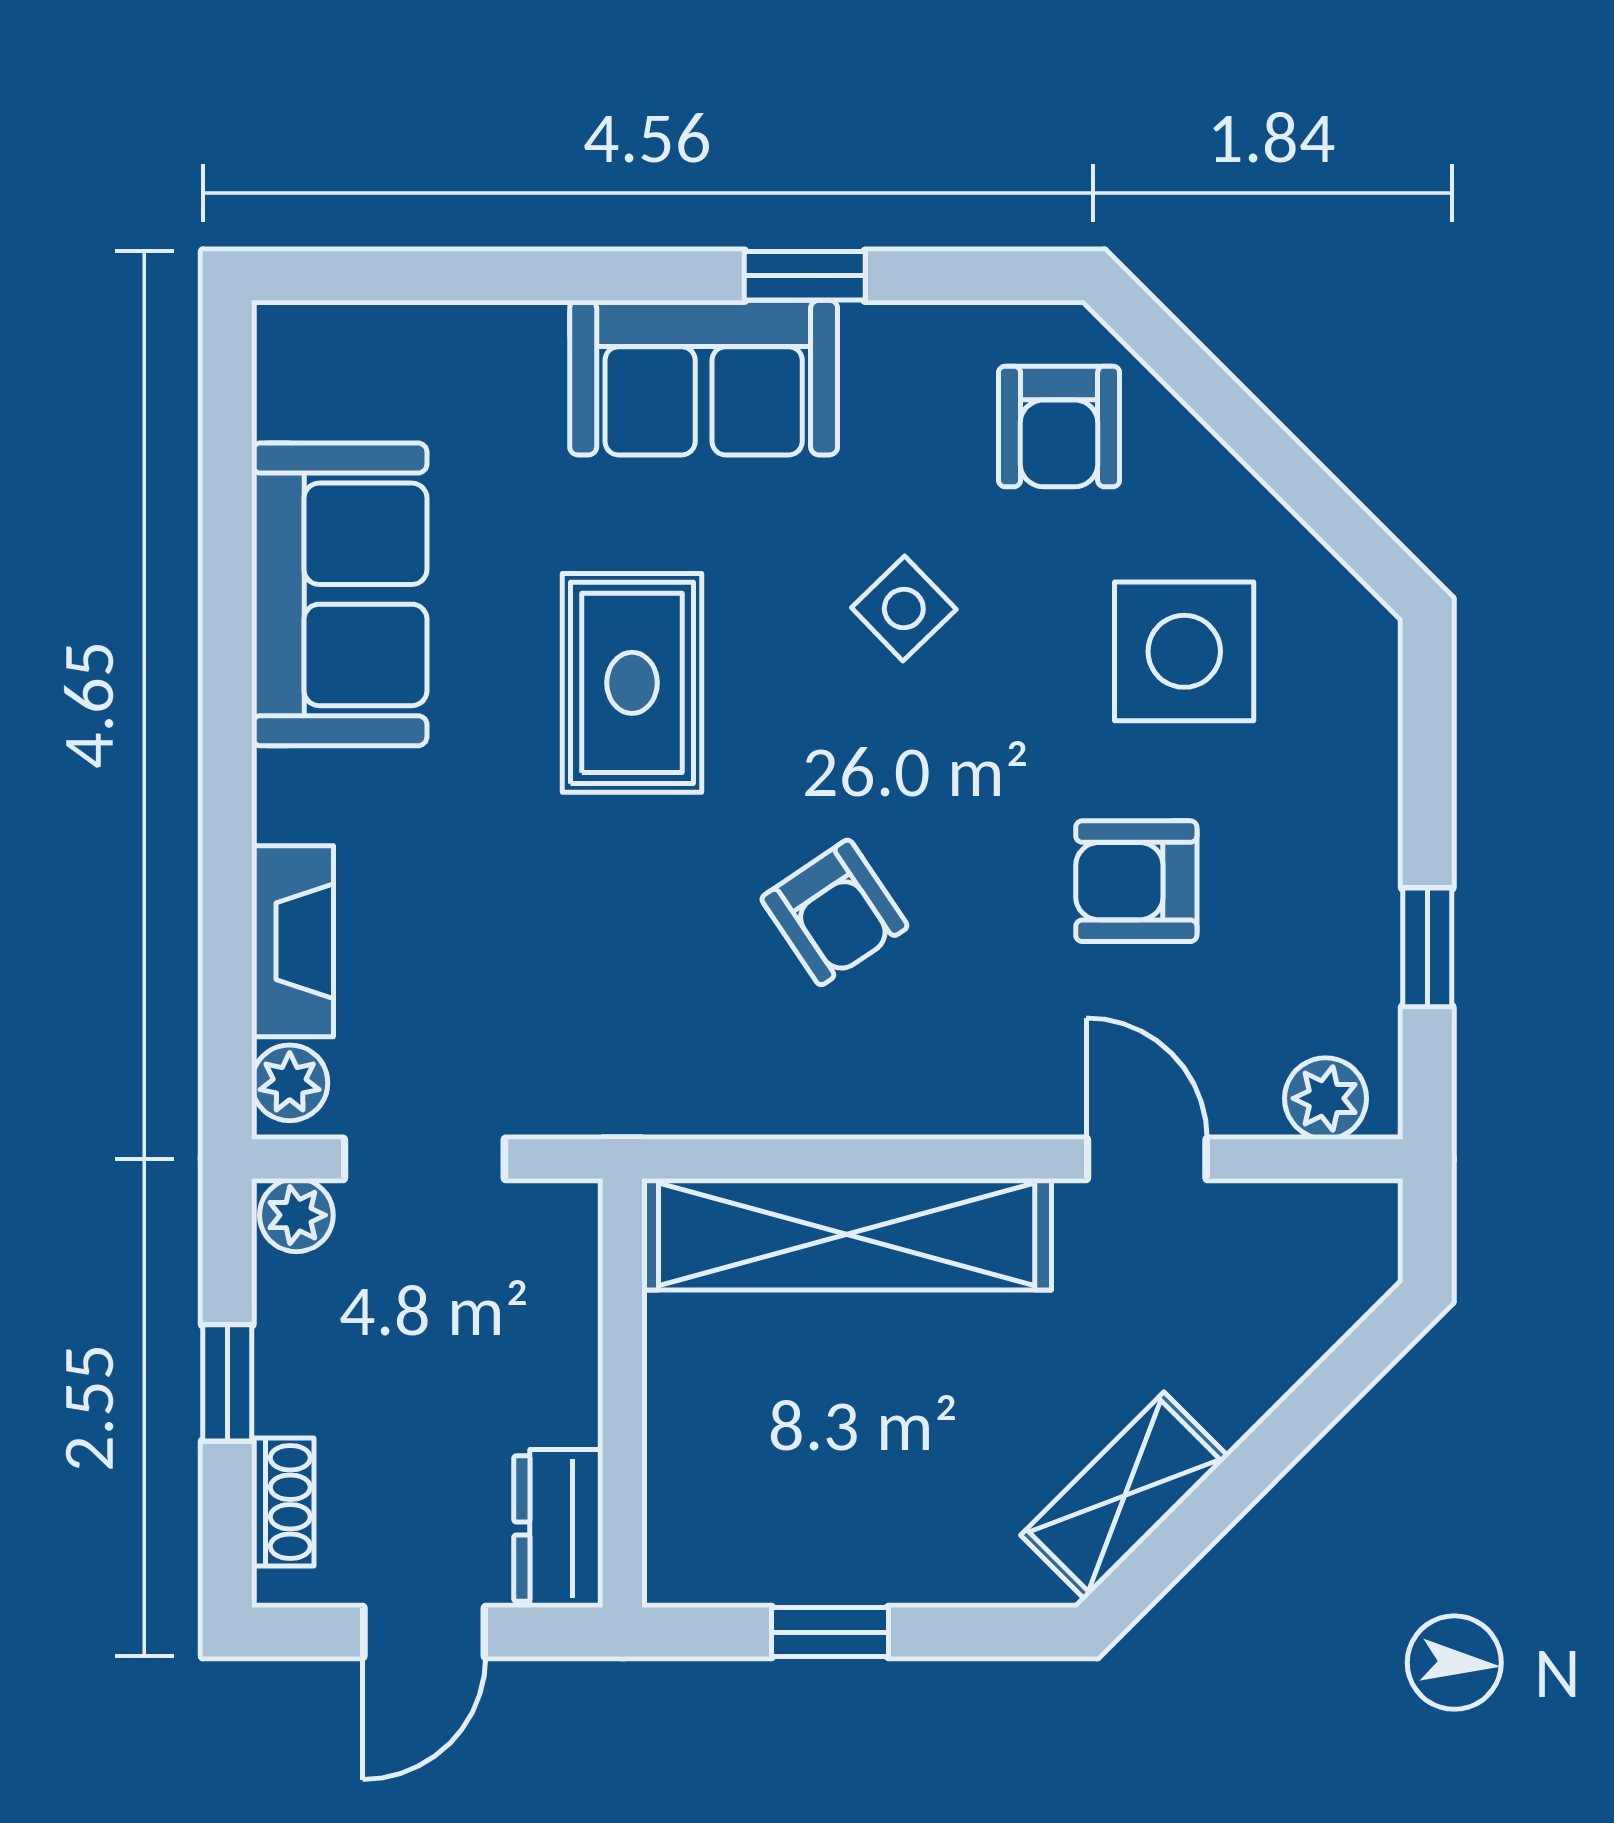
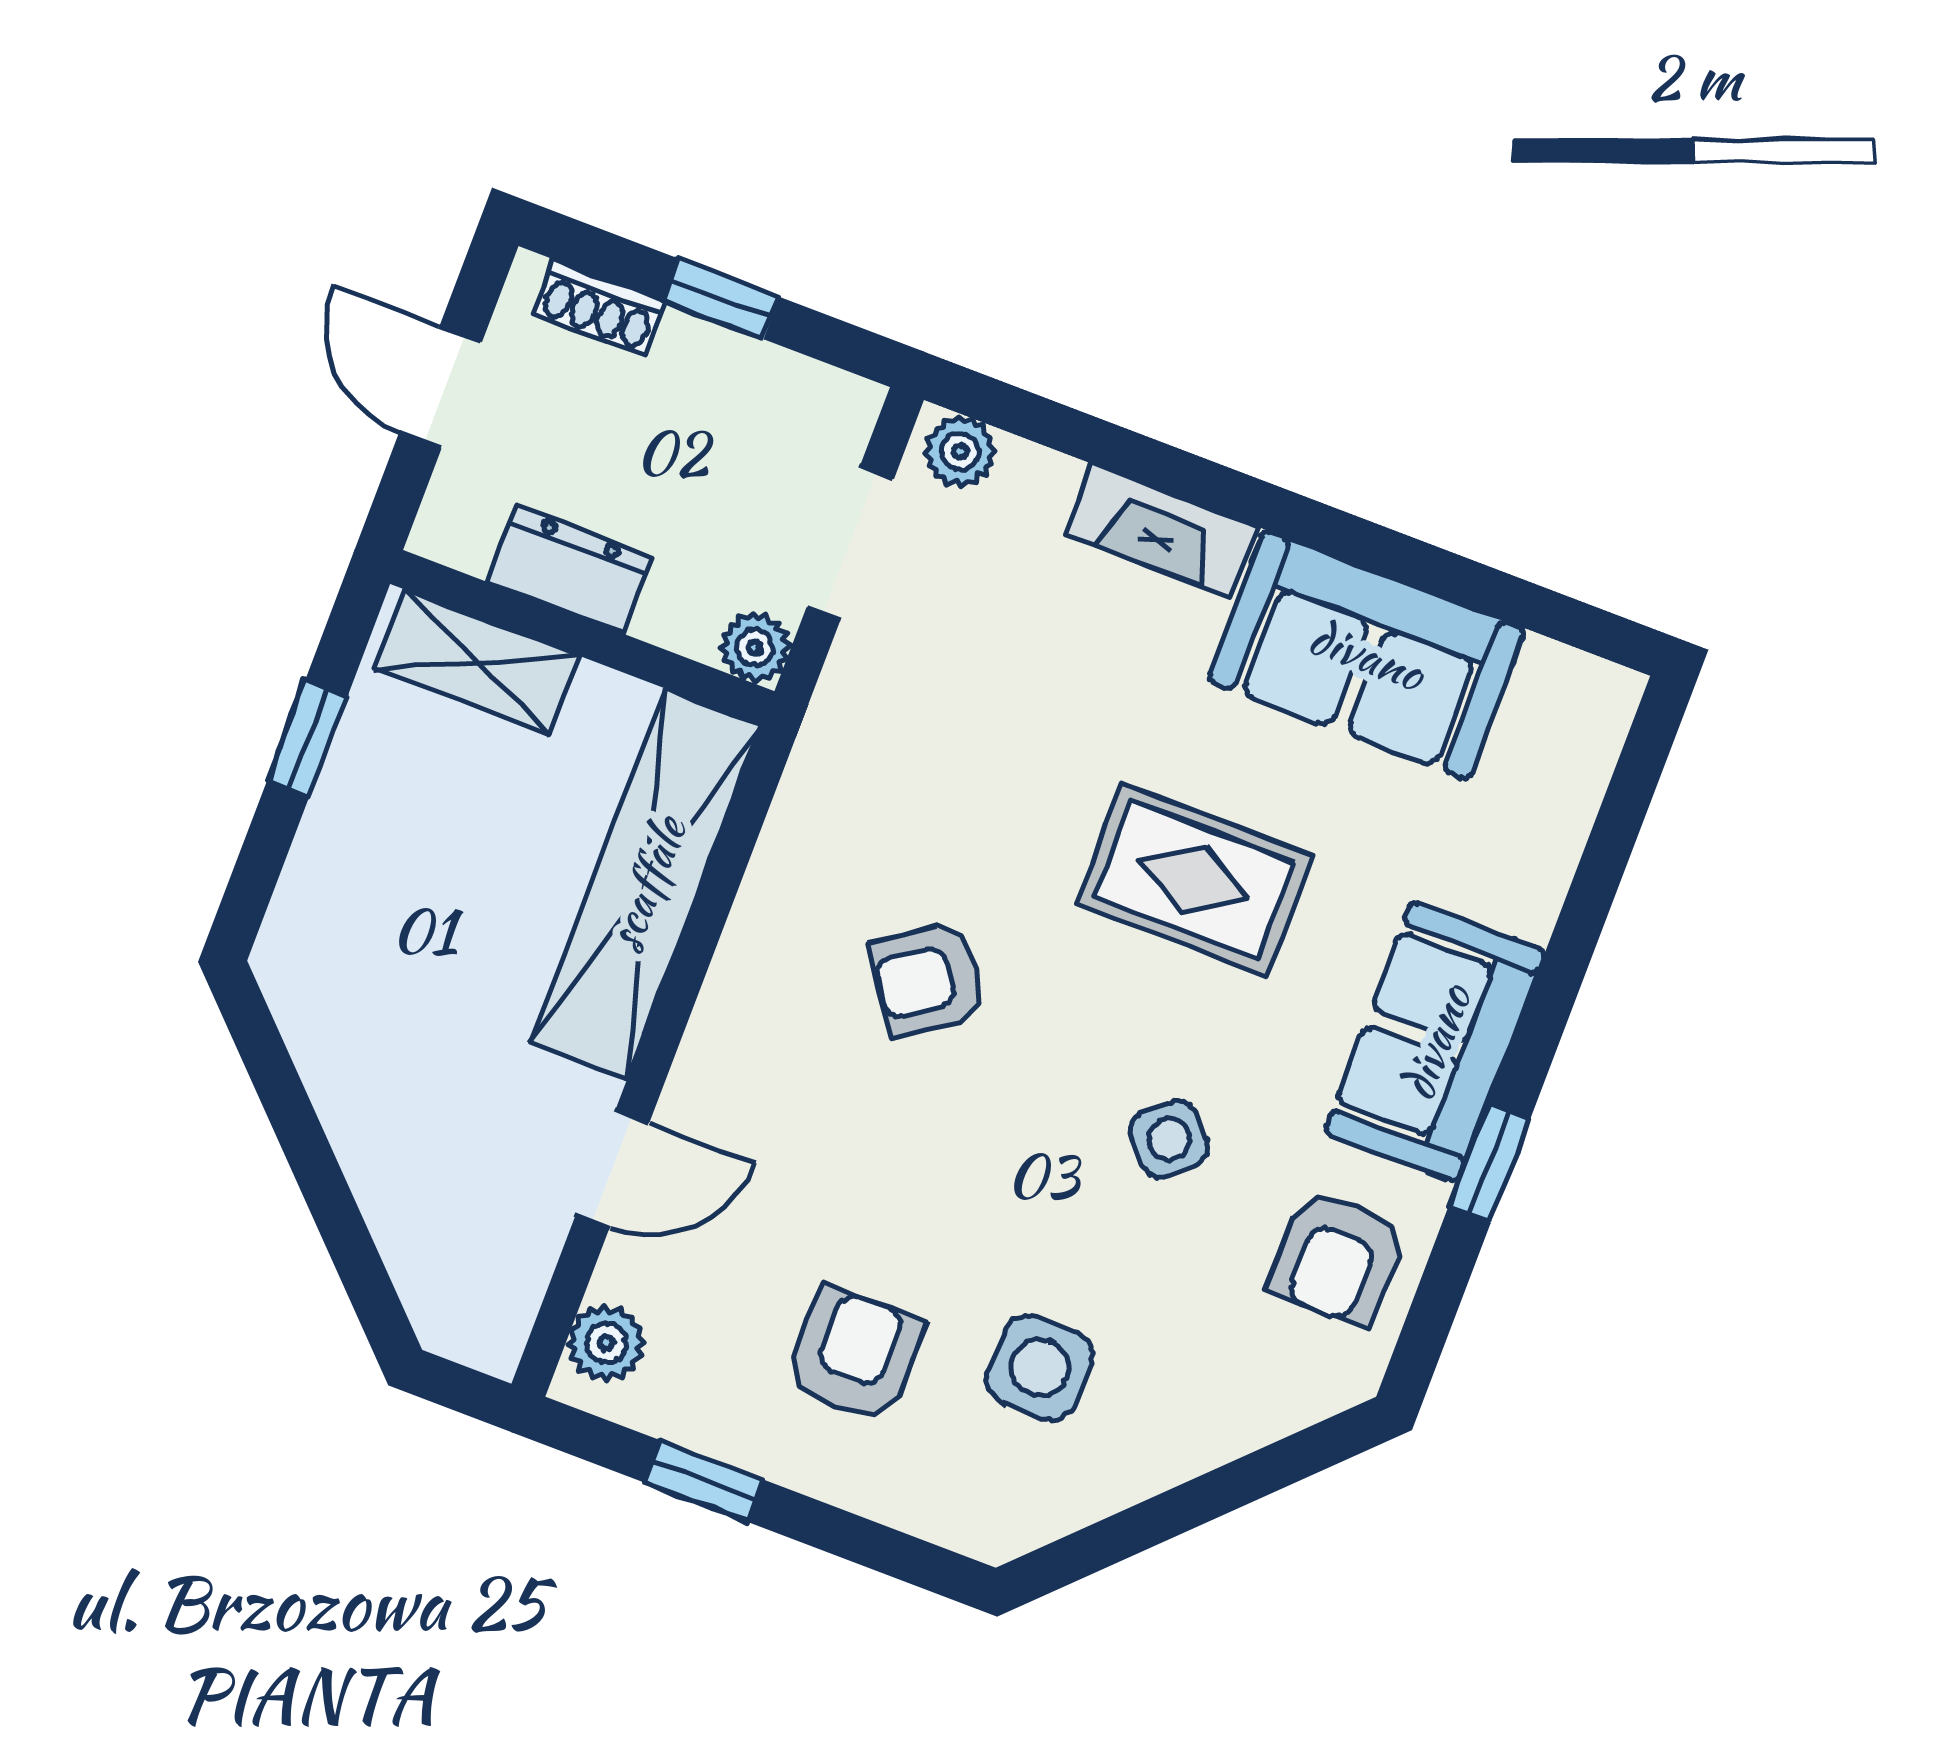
armchair: (1059, 426) -> (1337, 1257), moved, turned -90
side table: (1184, 651) -> (1040, 1368), width x0.73, depth x0.73
armchair: (1136, 881) -> (855, 1355), moved
fireplace: (293, 941) -> (1161, 531), moved
plant: (296, 1215) -> (755, 647), moved
shelving: (1125, 1496) -> (478, 662), moved, turned -45
dresser: (558, 1529) -> (570, 569), moved

